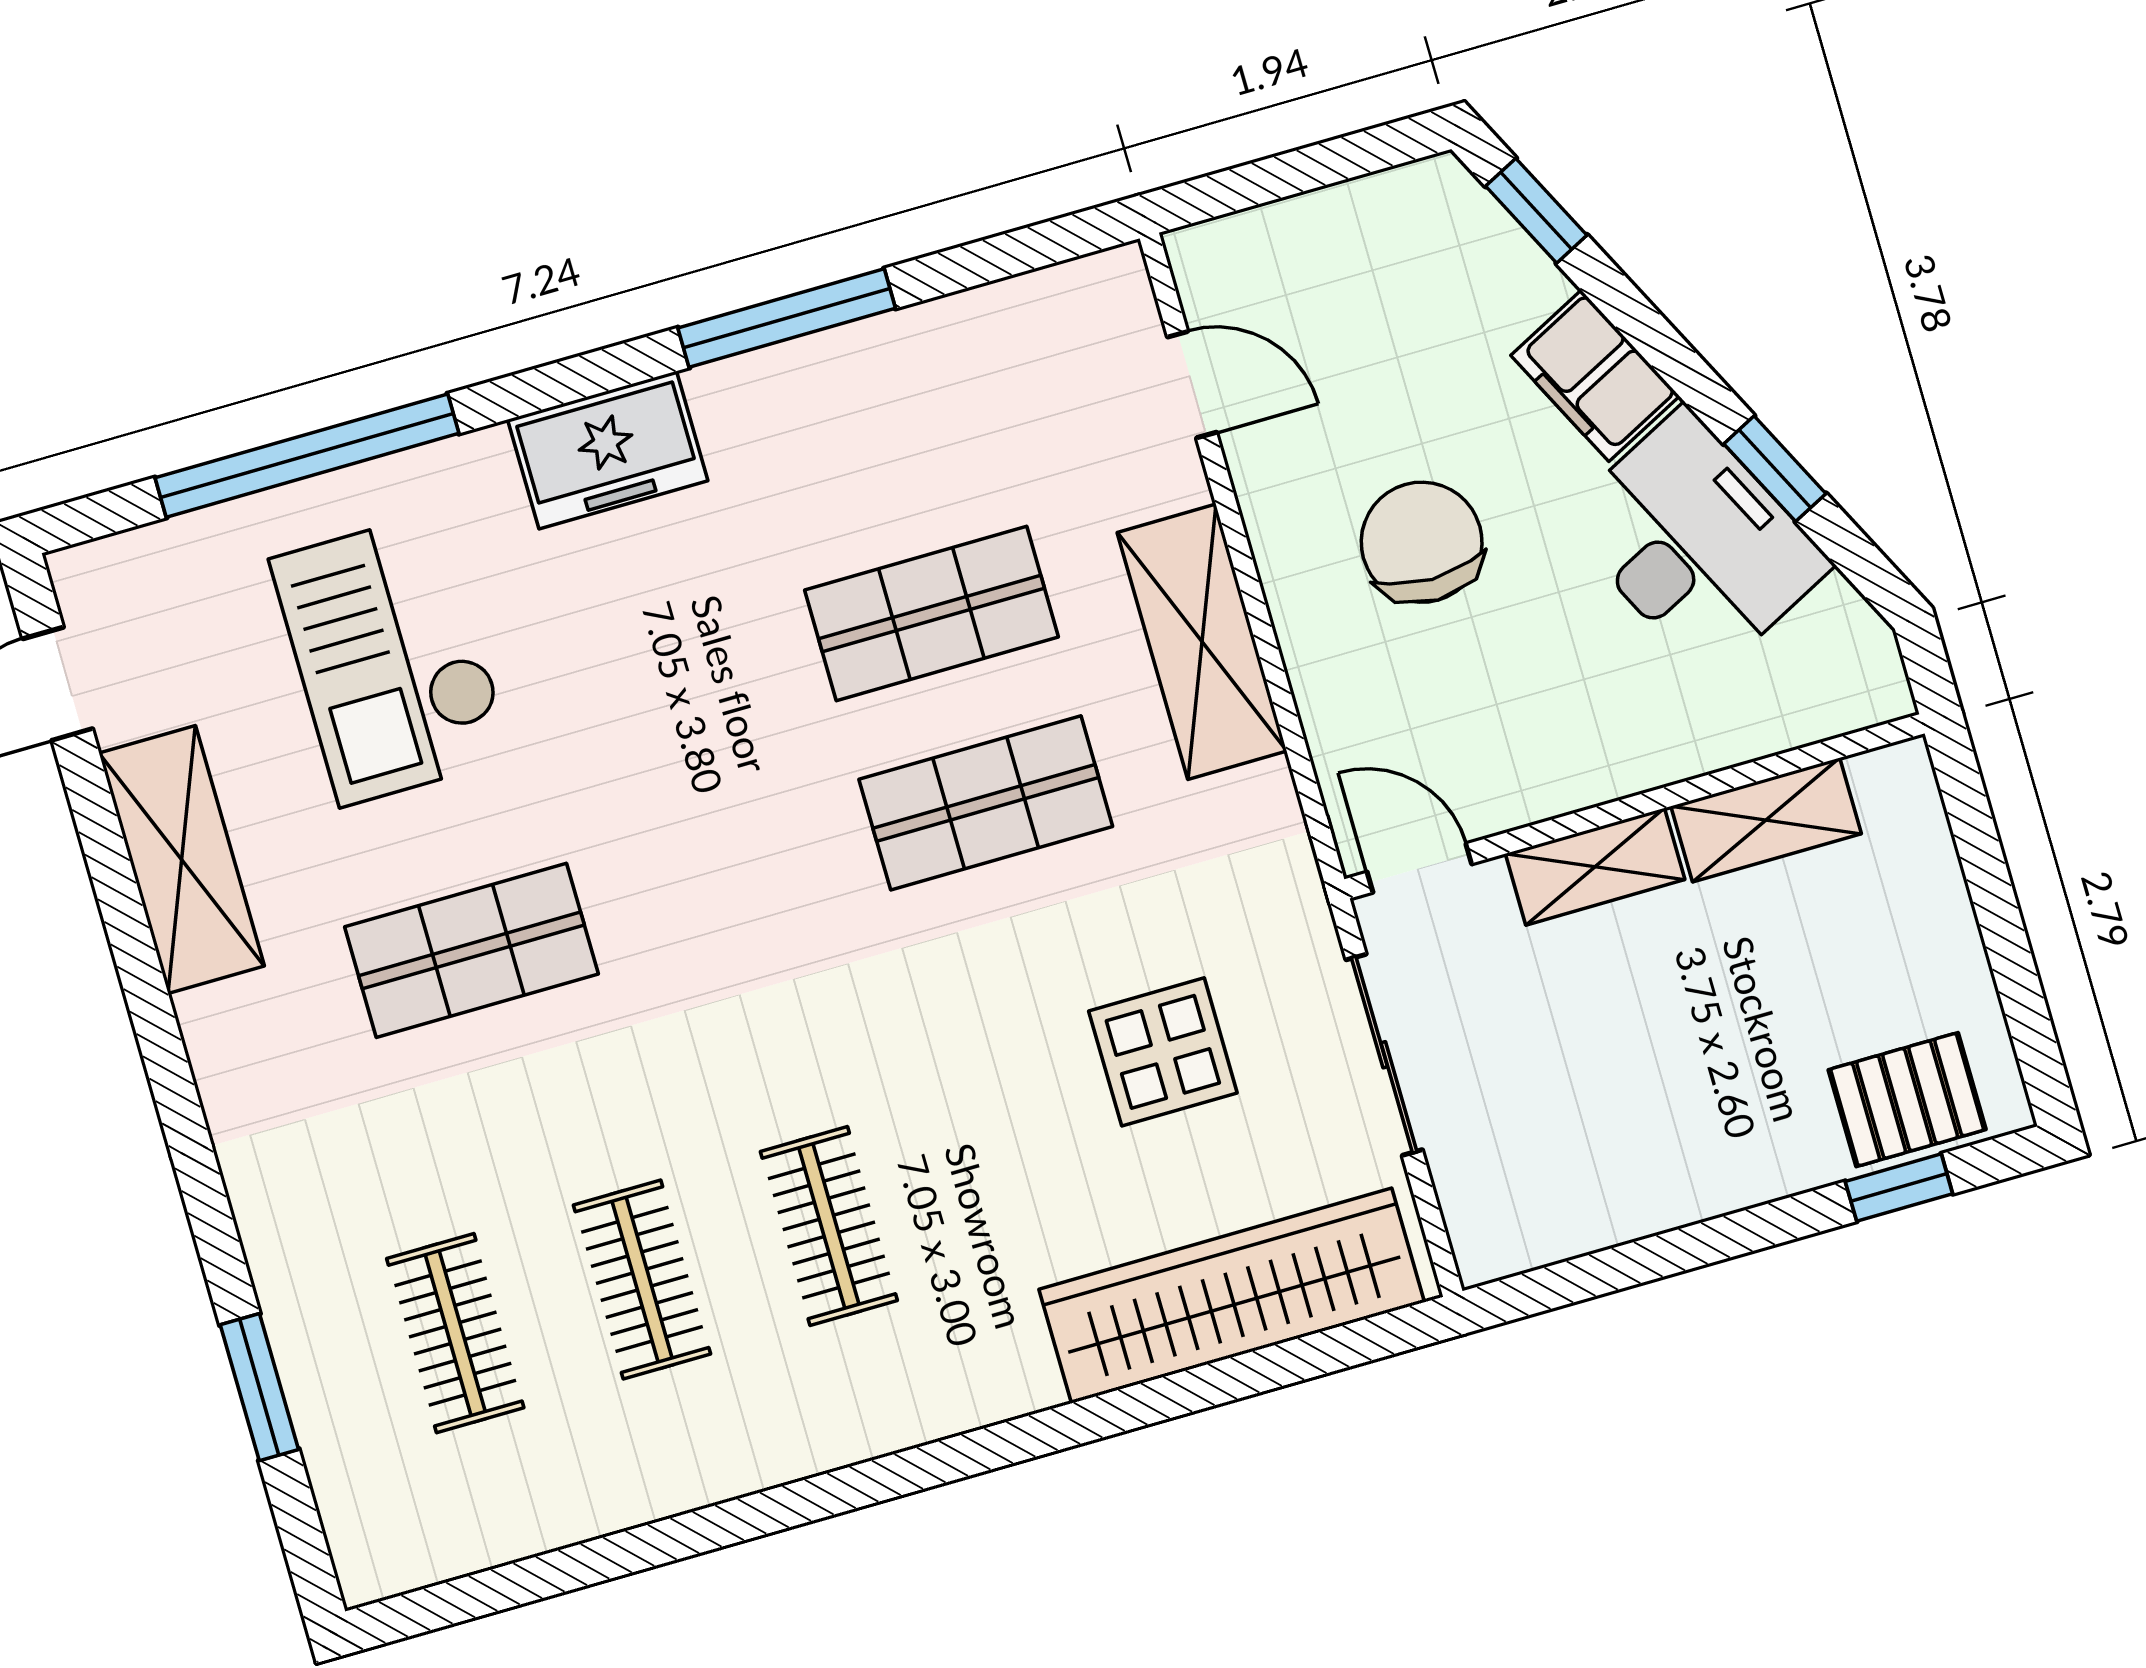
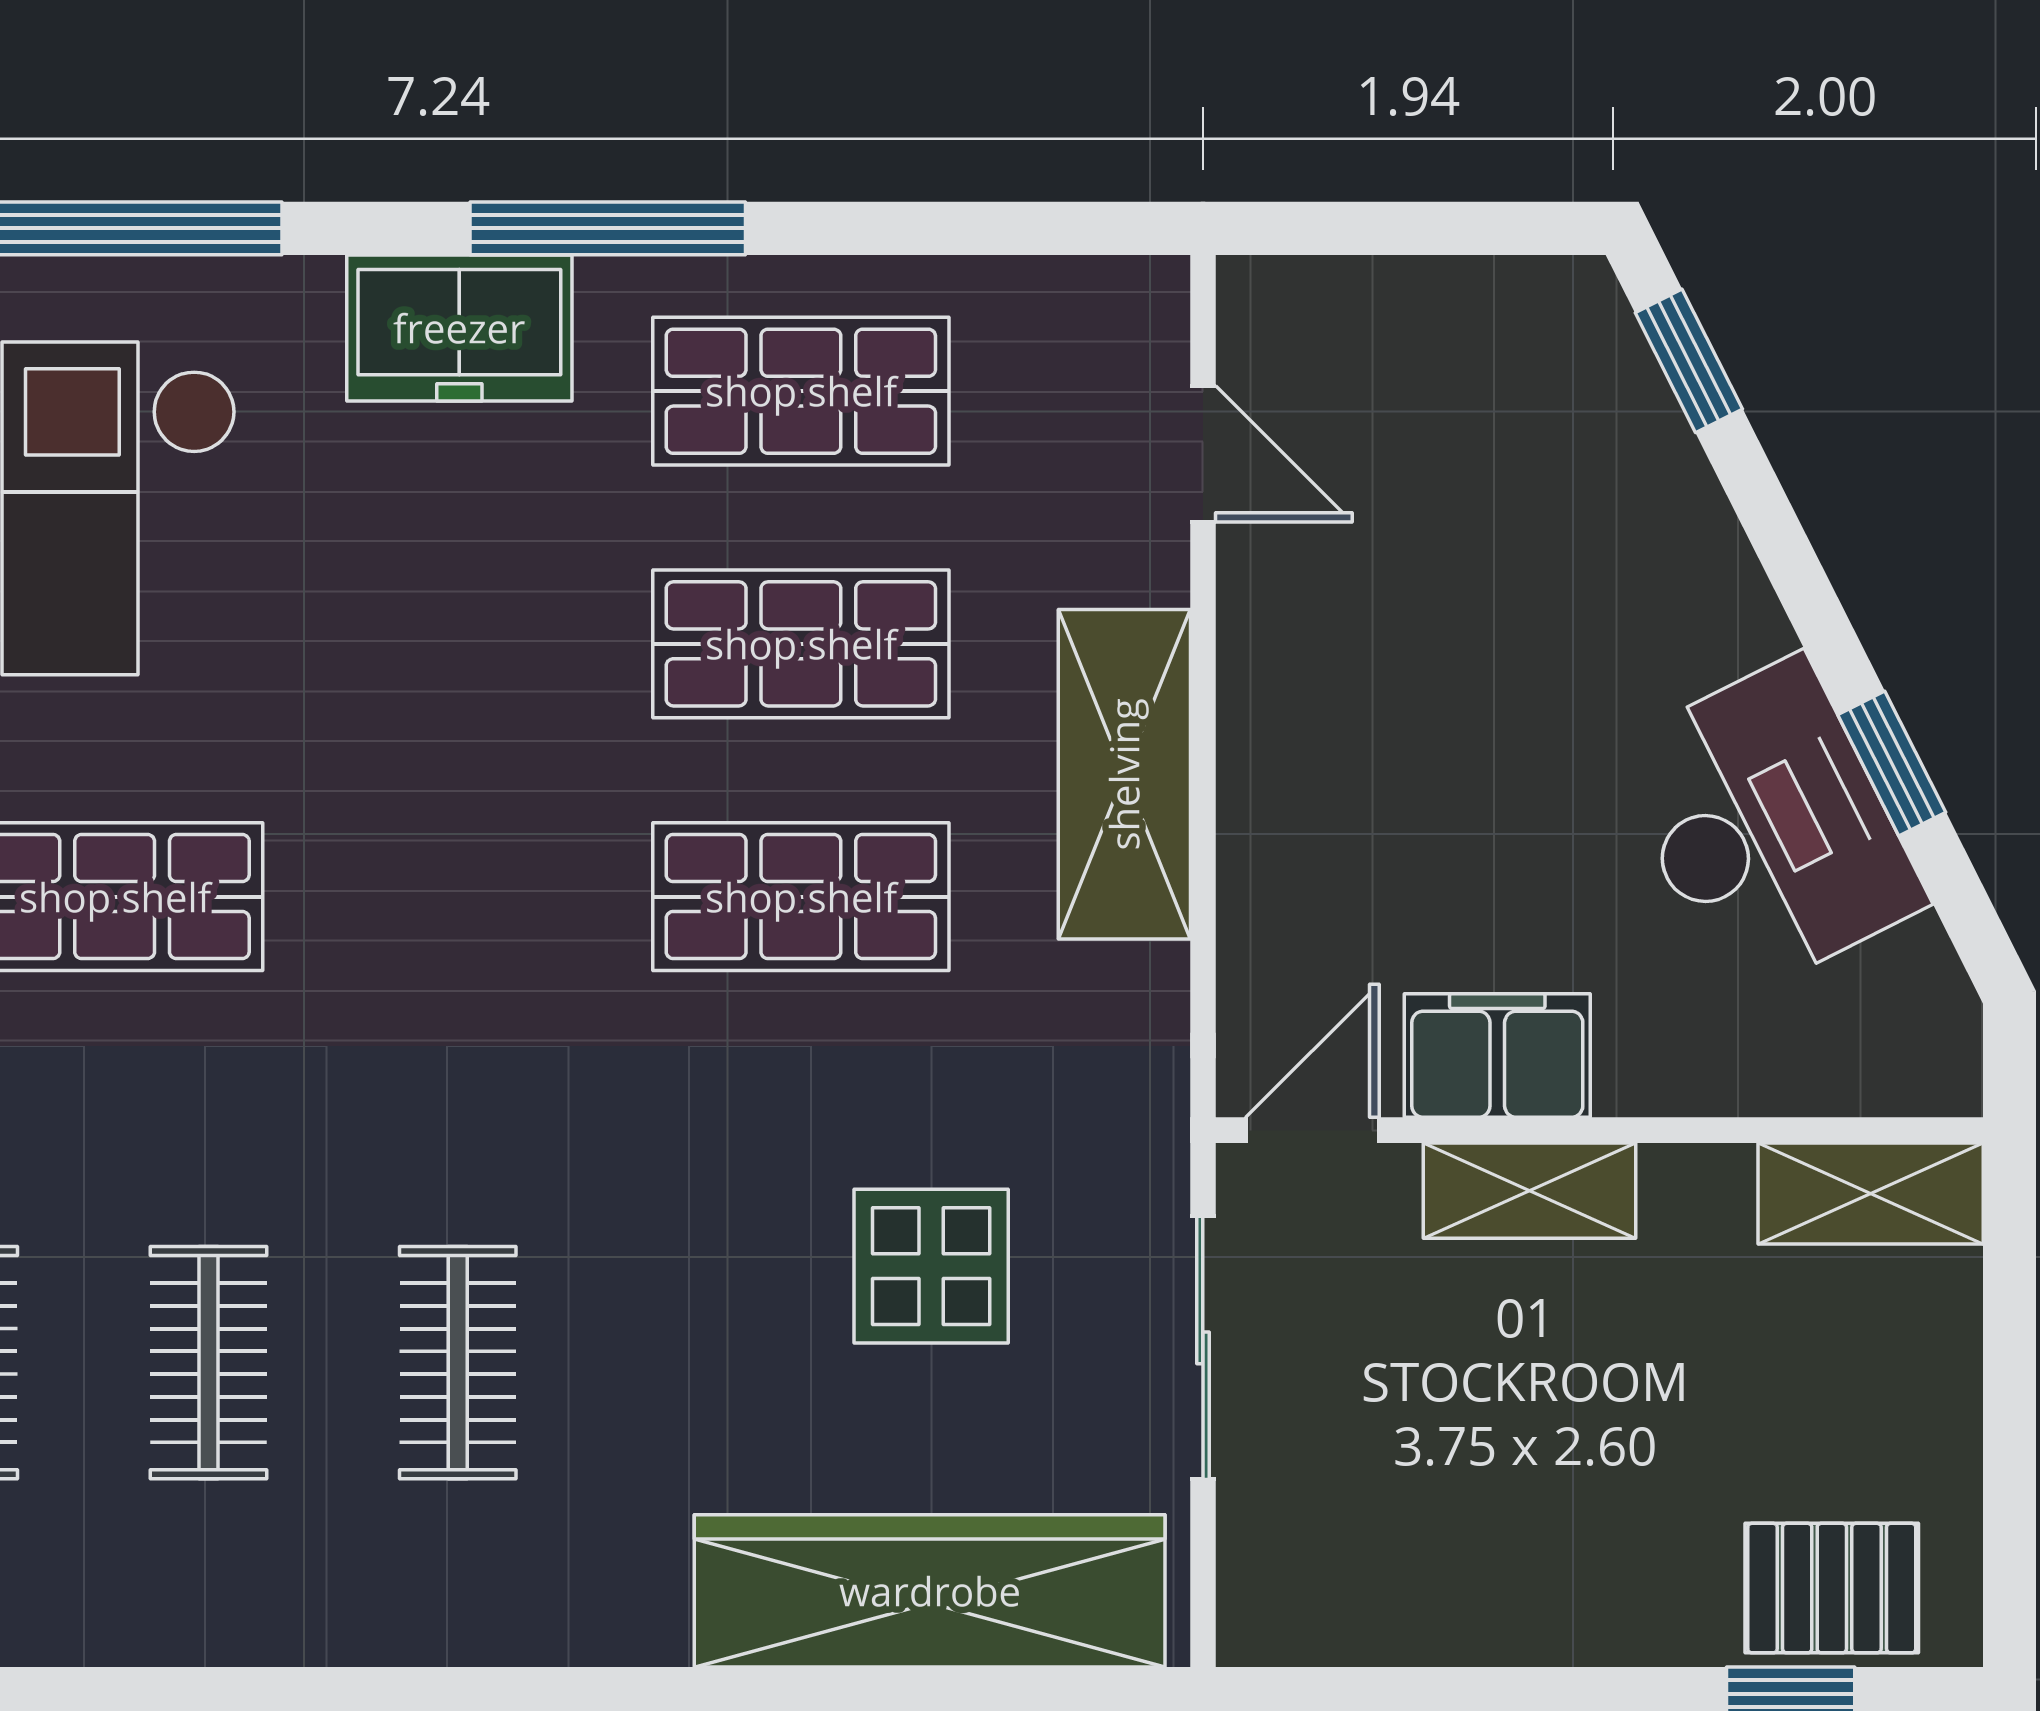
window: (787, 318) -> (608, 228), moved
filing cabinet: (1595, 376) -> (1497, 1056), moved, turned 117
shop shelf: (877, 424) -> (801, 391), added
chair: (1422, 542) -> (1430, 729), removed
shelving: (1766, 820) -> (1871, 1193), moved
door: (1419, 868) -> (1312, 1130), hinge flipped

